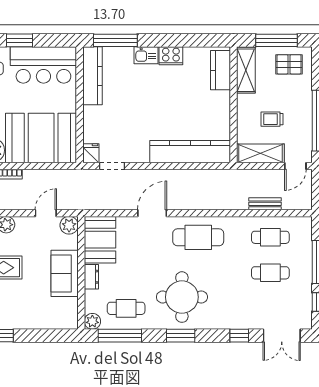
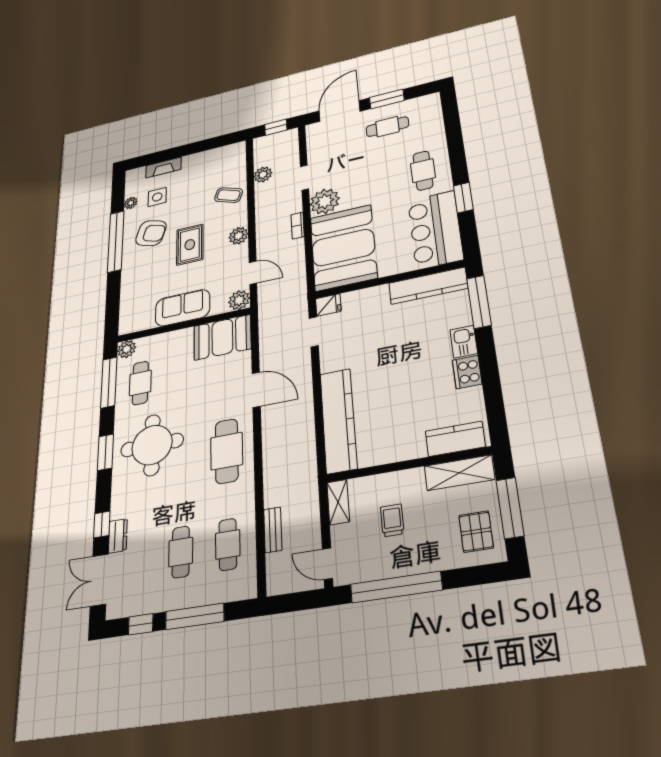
shelving: (260, 153) -> (338, 502), width x0.67, depth x0.75
dresser: (91, 277) -> (118, 536), moved, turned -90

